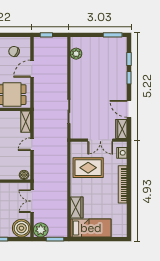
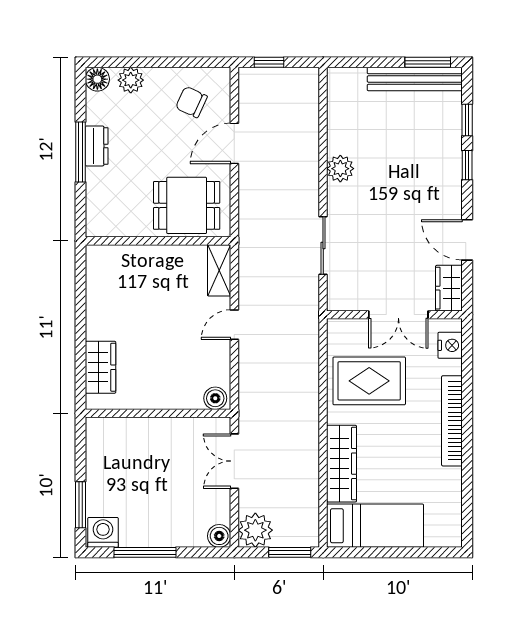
bench: (107, 42) -> (415, 79), added
plant: (76, 54) -> (340, 169), moved
wardrobe: (77, 207) -> (342, 464), width x1.50
boiler: (21, 228) -> (219, 536), width x0.54, depth x0.54

